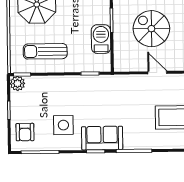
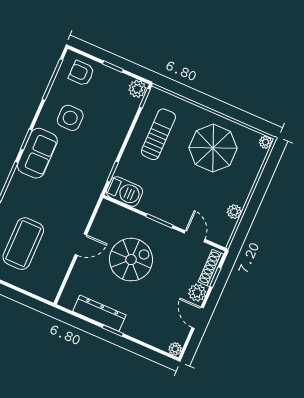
barbecue: (101, 39) -> (124, 192), moved

